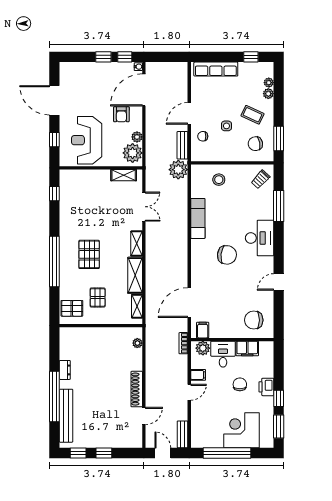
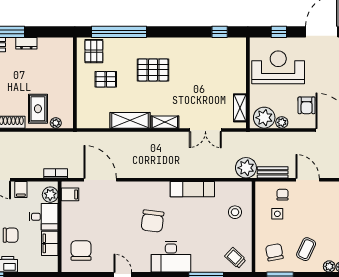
armchair: (121, 114) -> (307, 105), turned -90
side table: (226, 126) -> (277, 214), moved
window: (54, 262) -> (119, 32), moved
shelving: (137, 306) -> (96, 122), removed
rug: (124, 359) -> (38, 109), added

